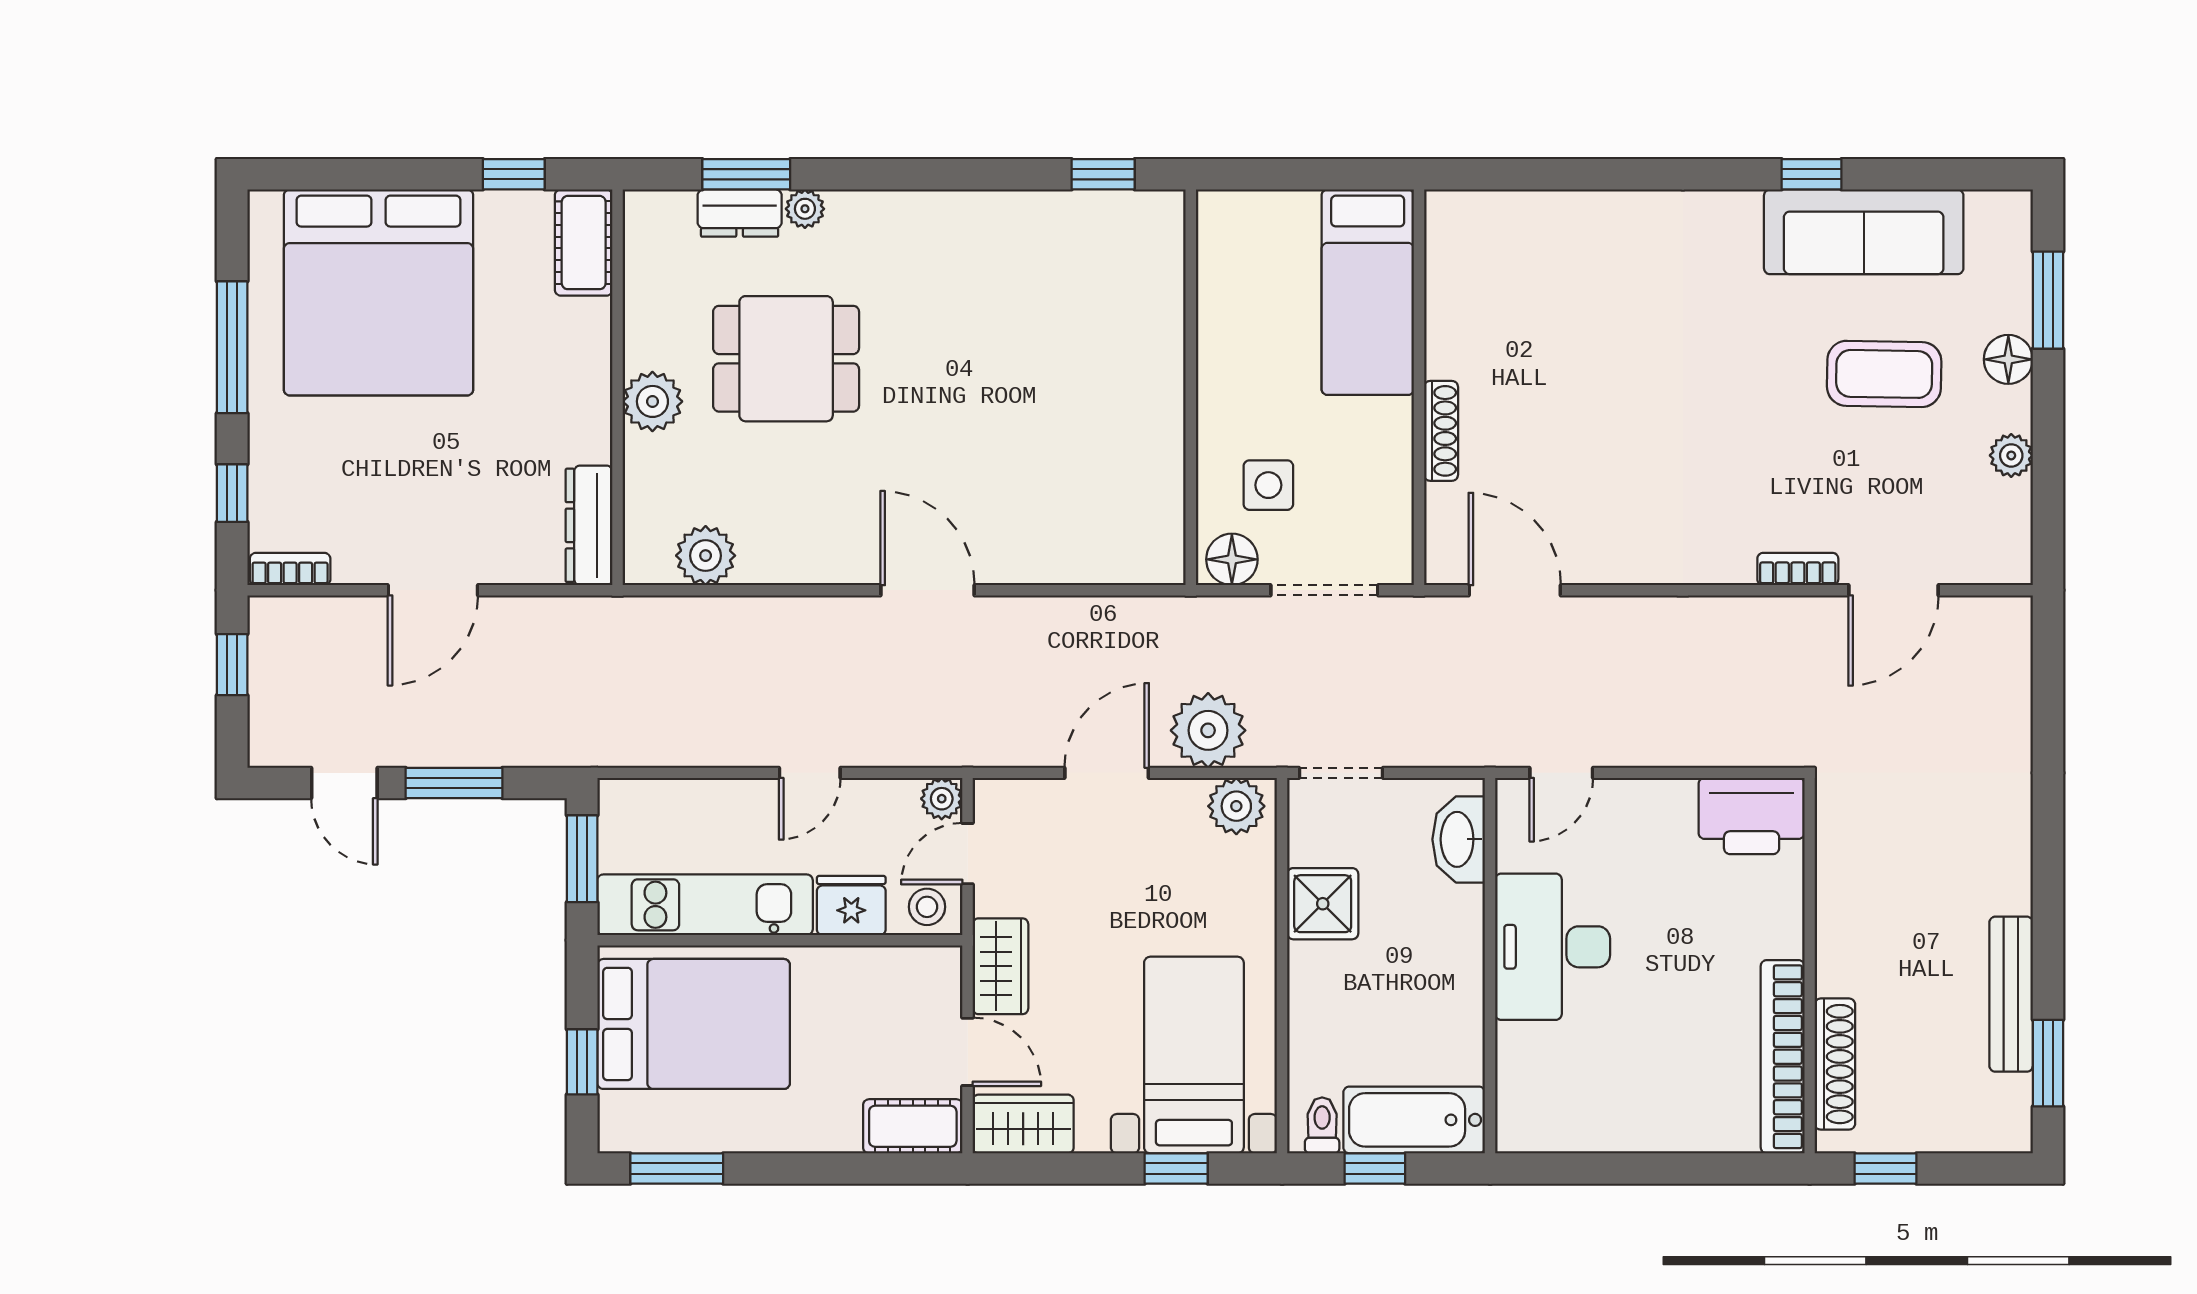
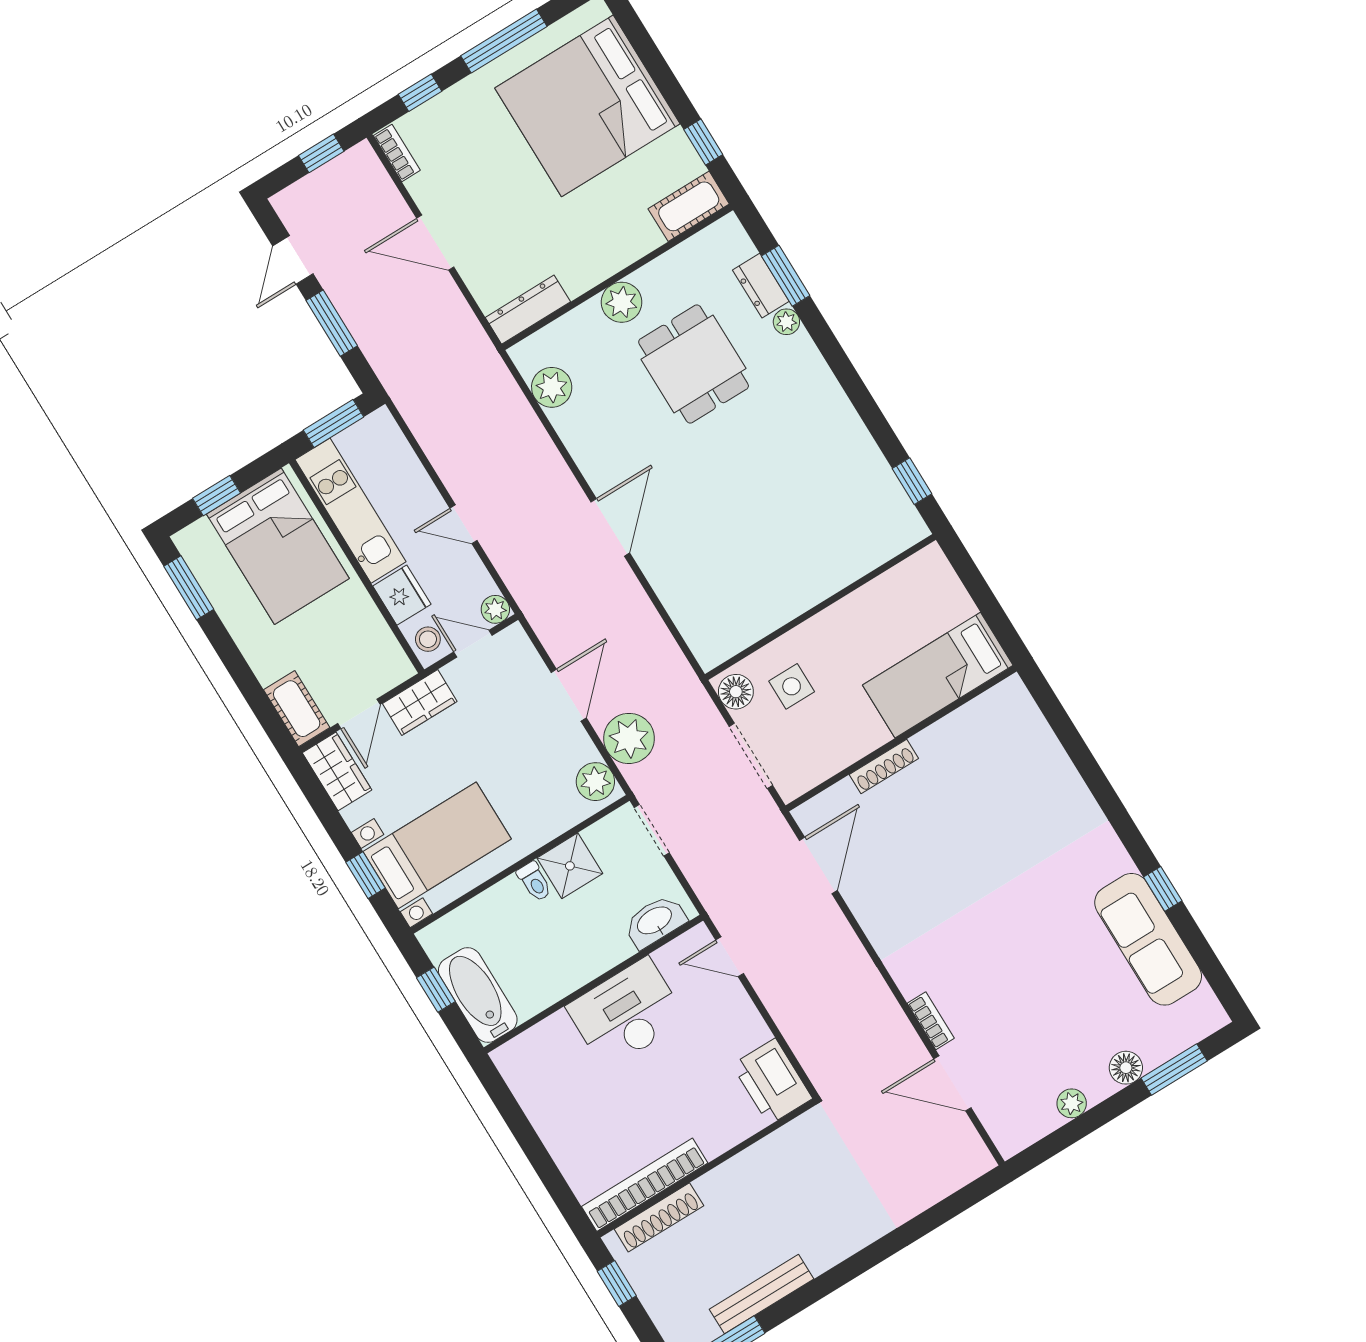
coffee table: (1884, 374) -> (1074, 1001), removed
door: (1107, 773) -> (569, 695), hinge flipped
toilet: (1322, 1125) -> (534, 882), moved, turned 90

